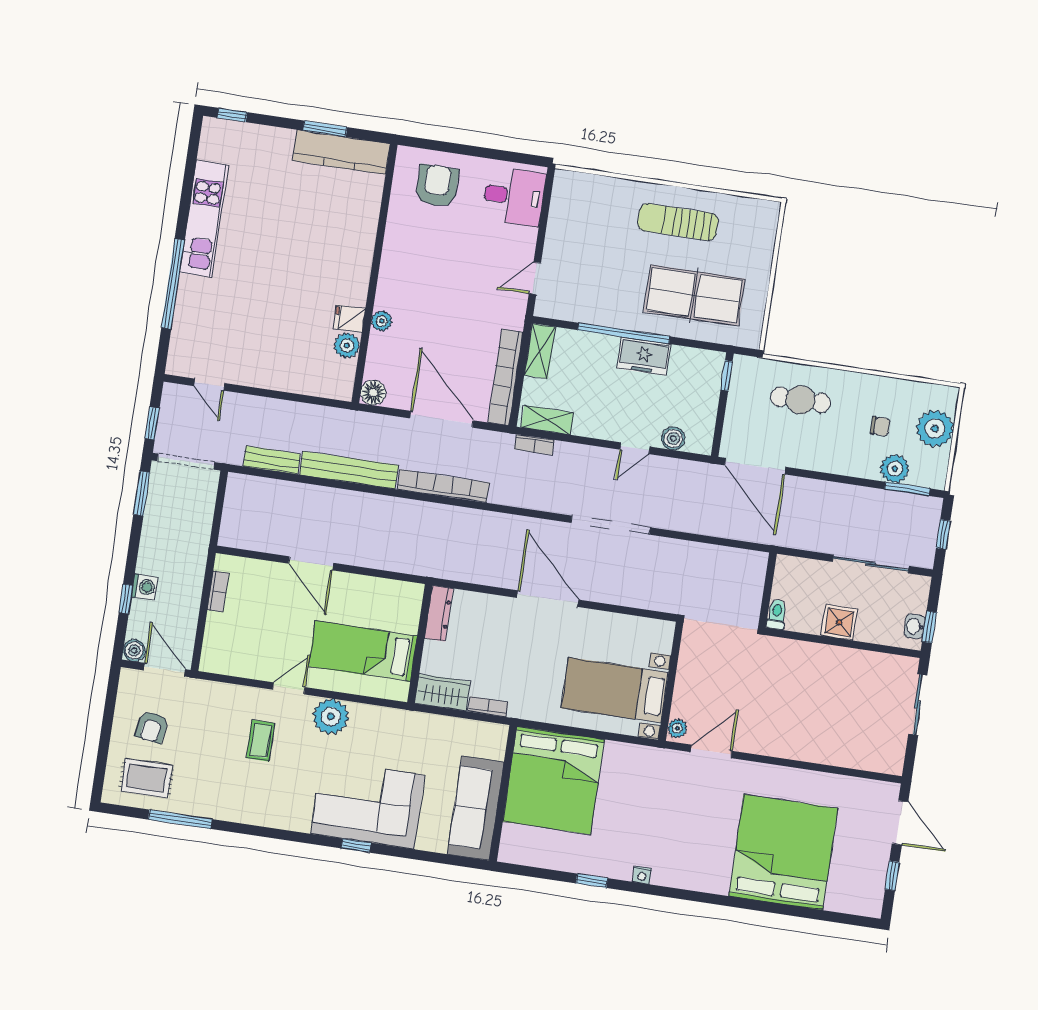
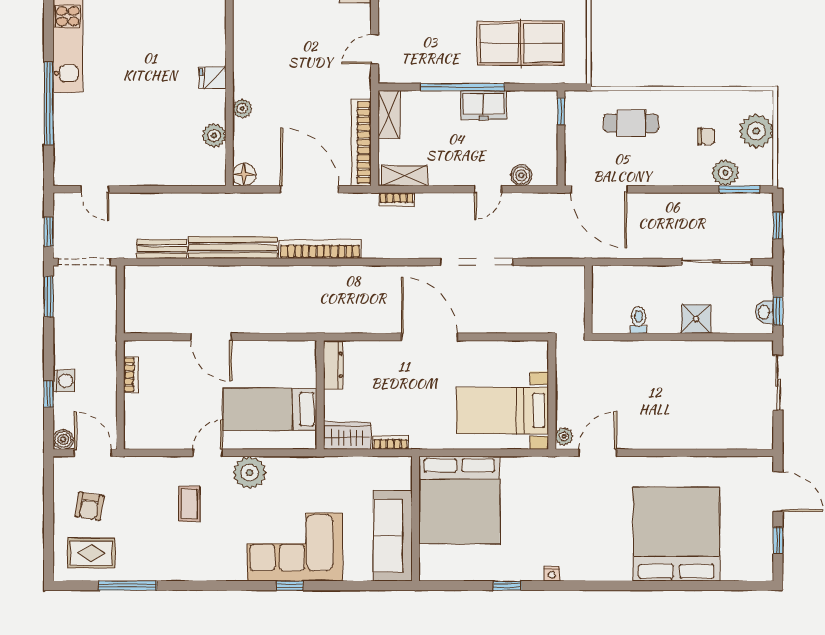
fridge: (349, 319) -> (213, 78), moved
wall: (768, 590) -> (588, 299), moved

